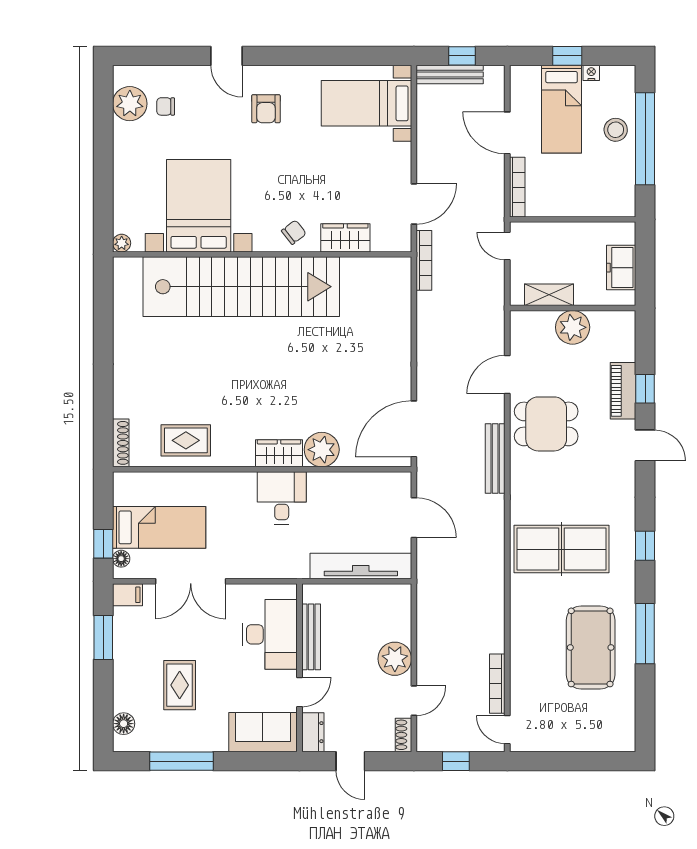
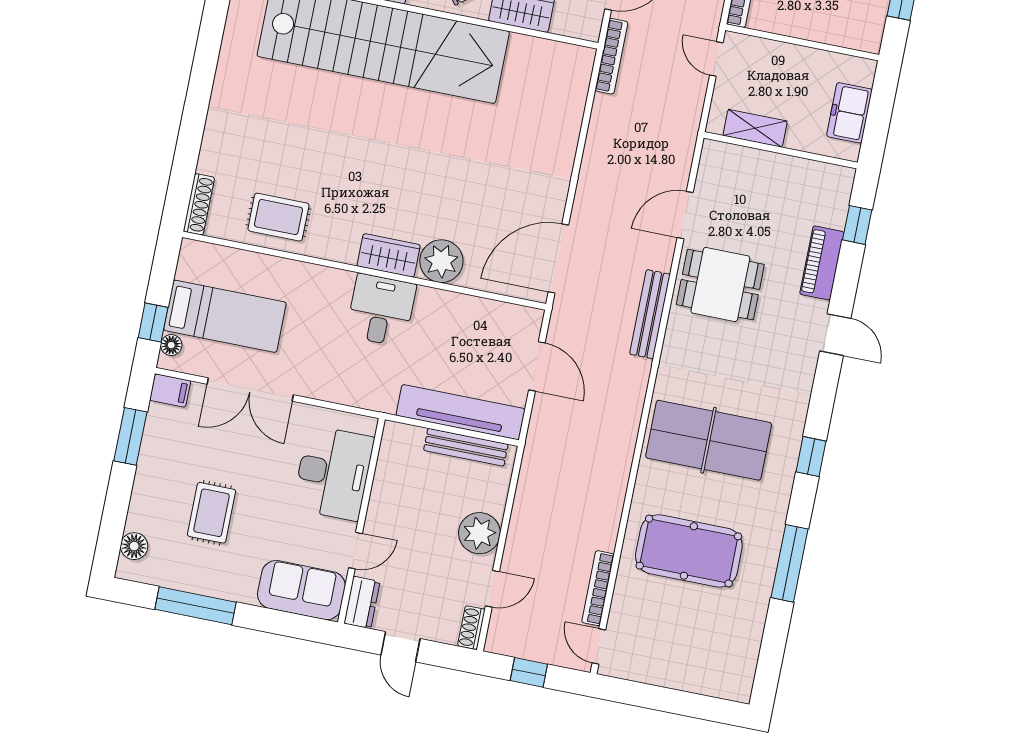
plant: (573, 327) -> (776, 174), removed
window: (645, 389) -> (857, 225), moved
bench: (311, 637) -> (466, 447), moved, turned 90
pool table: (591, 647) -> (689, 551), moved, turned 90

